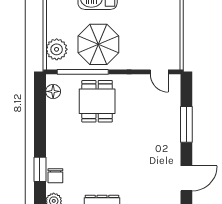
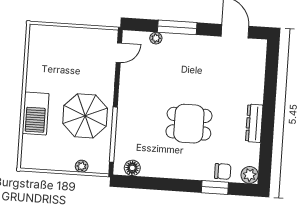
plant: (57, 49) -> (82, 166), width x0.53, depth x0.53
dining table: (97, 101) -> (189, 124), moved
plant: (175, 105) -> (156, 38), added

